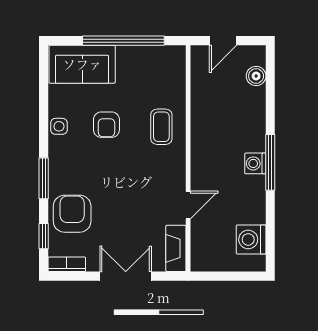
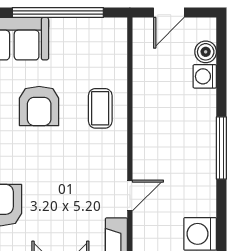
armchair: (106, 125) -> (39, 106), width x1.38, depth x1.38
washing machine: (255, 163) -> (205, 76), moved

